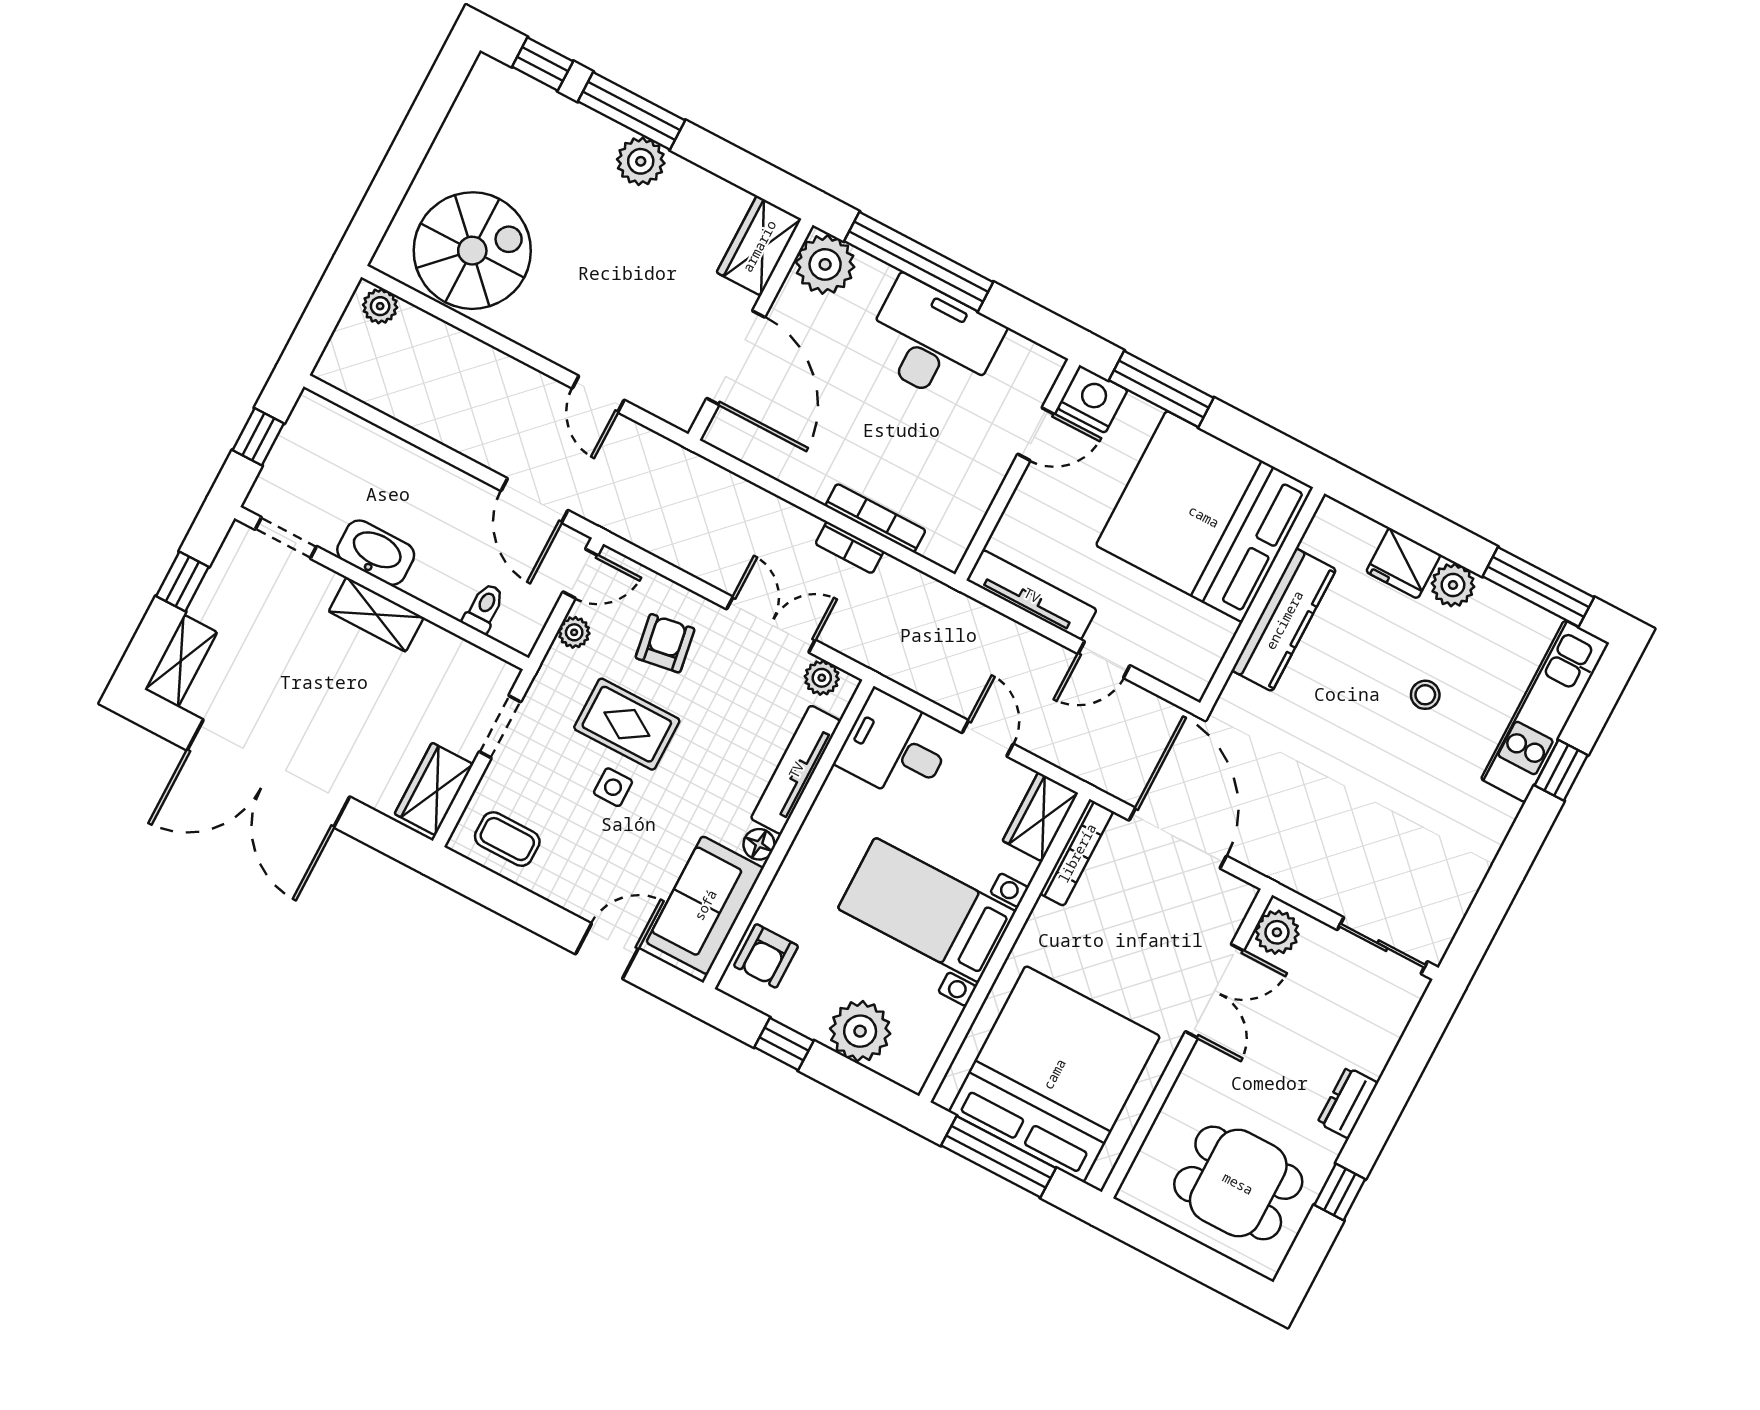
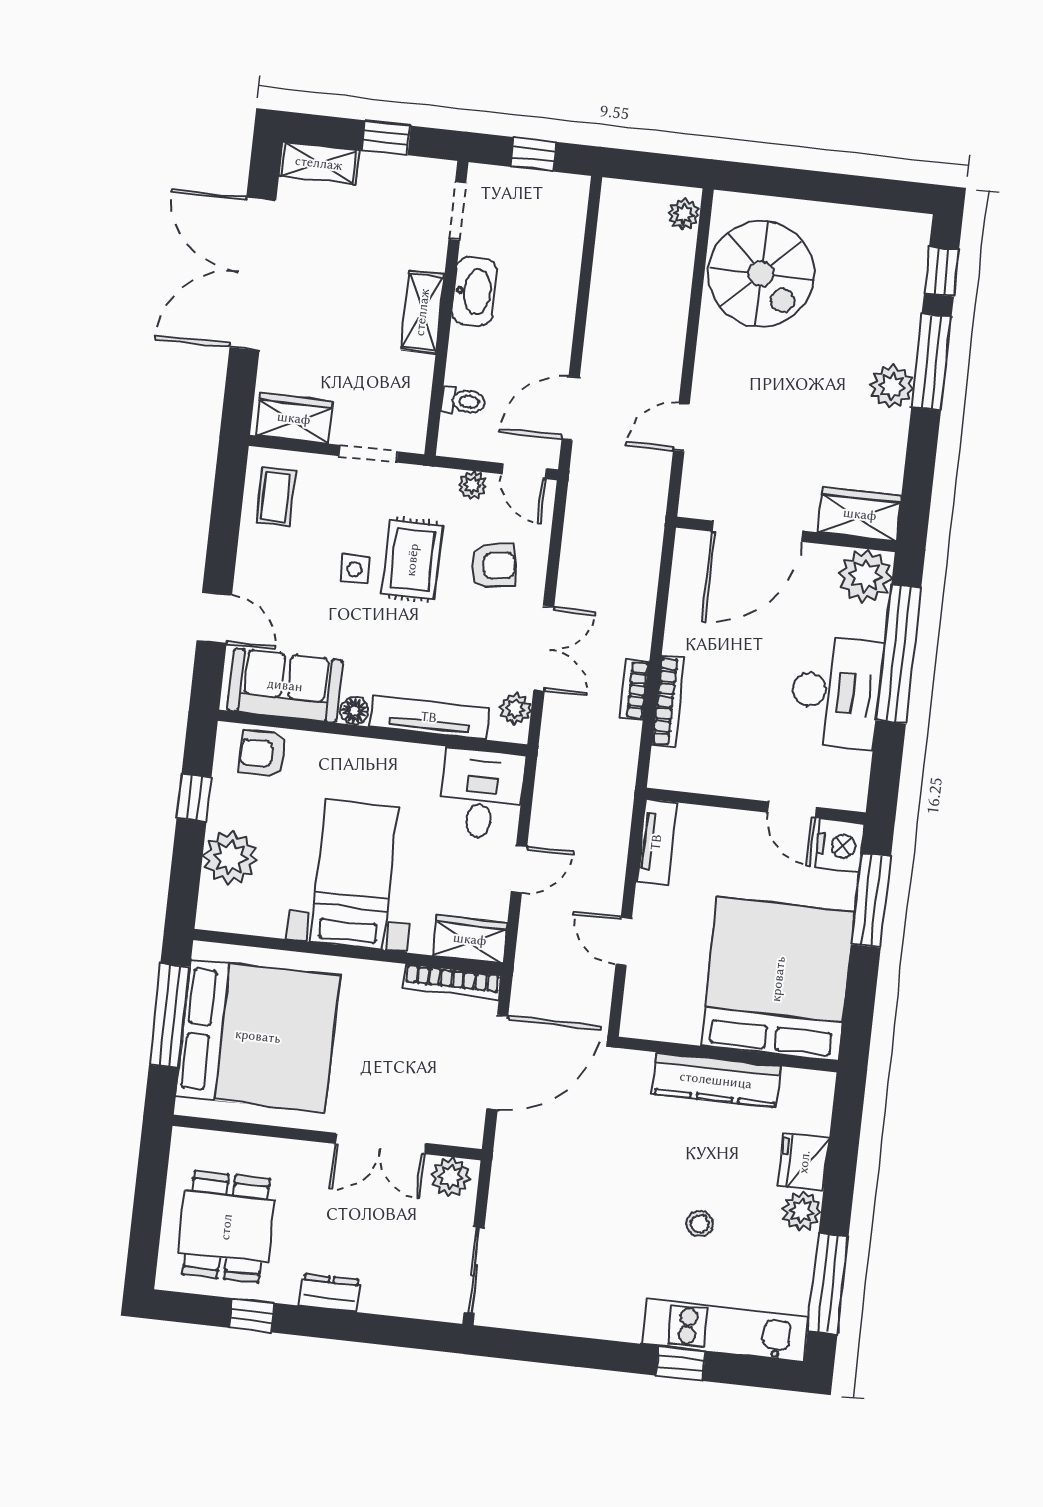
tv unit: (1032, 595) -> (656, 842), width x0.71

